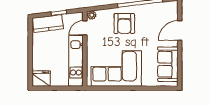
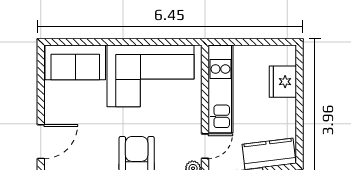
sofa: (168, 64) -> (75, 62), moved, turned 90
fridge: (41, 79) -> (283, 82), moved, turned 90

